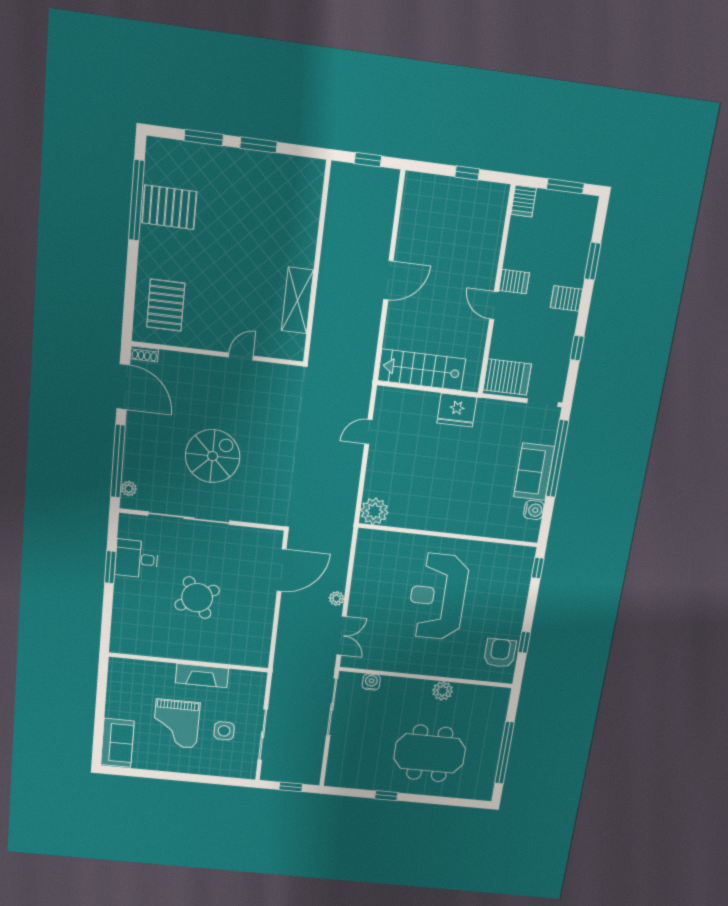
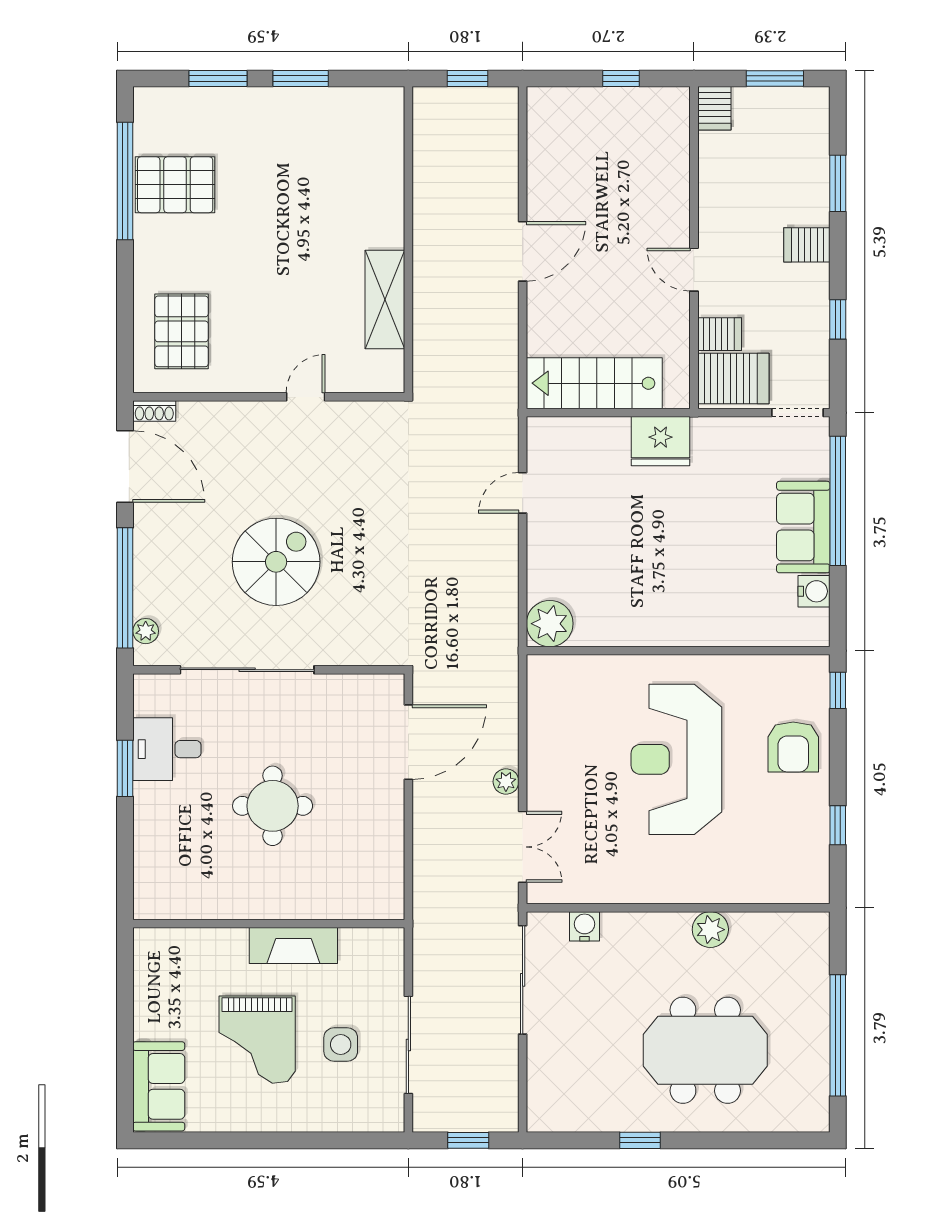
server rack: (514, 282) -> (720, 334), moved
round table: (197, 598) -> (273, 806), turned 31
armchair: (500, 653) -> (793, 747), moved, turned 180

